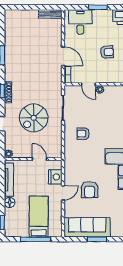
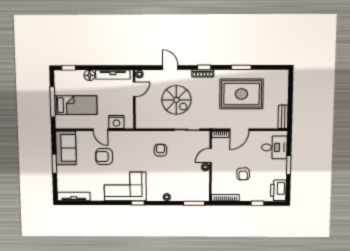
rug: (28, 55) -> (242, 94), added
spiral stairs: (34, 118) -> (176, 100), turned 180
door: (39, 159) -> (134, 89), moved
sofa: (87, 227) -> (66, 148), width x0.73

